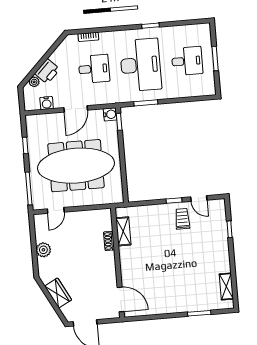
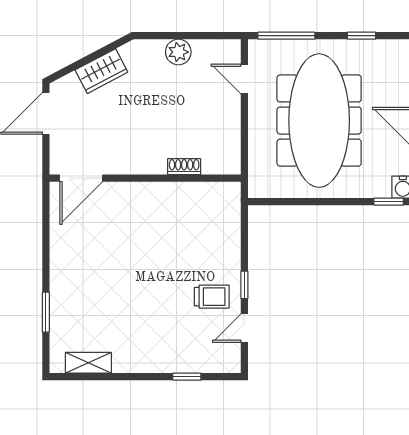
shelving: (123, 231) -> (199, 193), removed

